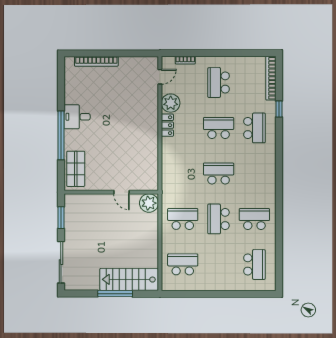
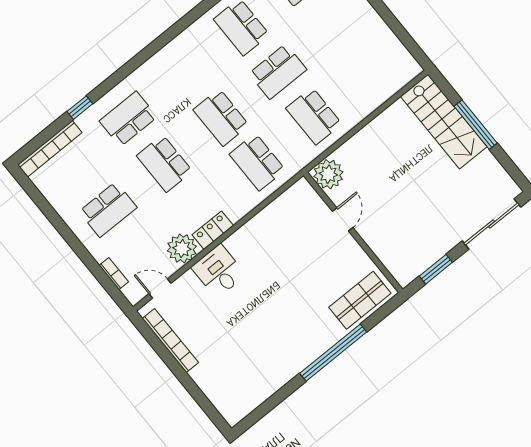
bookcase: (96, 61) -> (170, 341), moved
desk: (77, 117) -> (218, 271), moved, turned 180
school desk: (183, 264) -> (257, 162), moved

